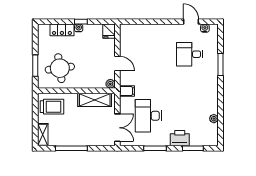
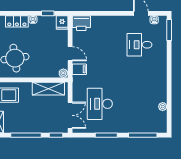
window: (81, 22) -> (48, 13), moved
window: (221, 64) -> (169, 30), moved
filing cabinet: (127, 91) -> (79, 69), moved
printer: (180, 138) -> (81, 23), moved, turned 180
window: (103, 148) -> (56, 135), added
window: (193, 148) -> (143, 135), width x1.44

